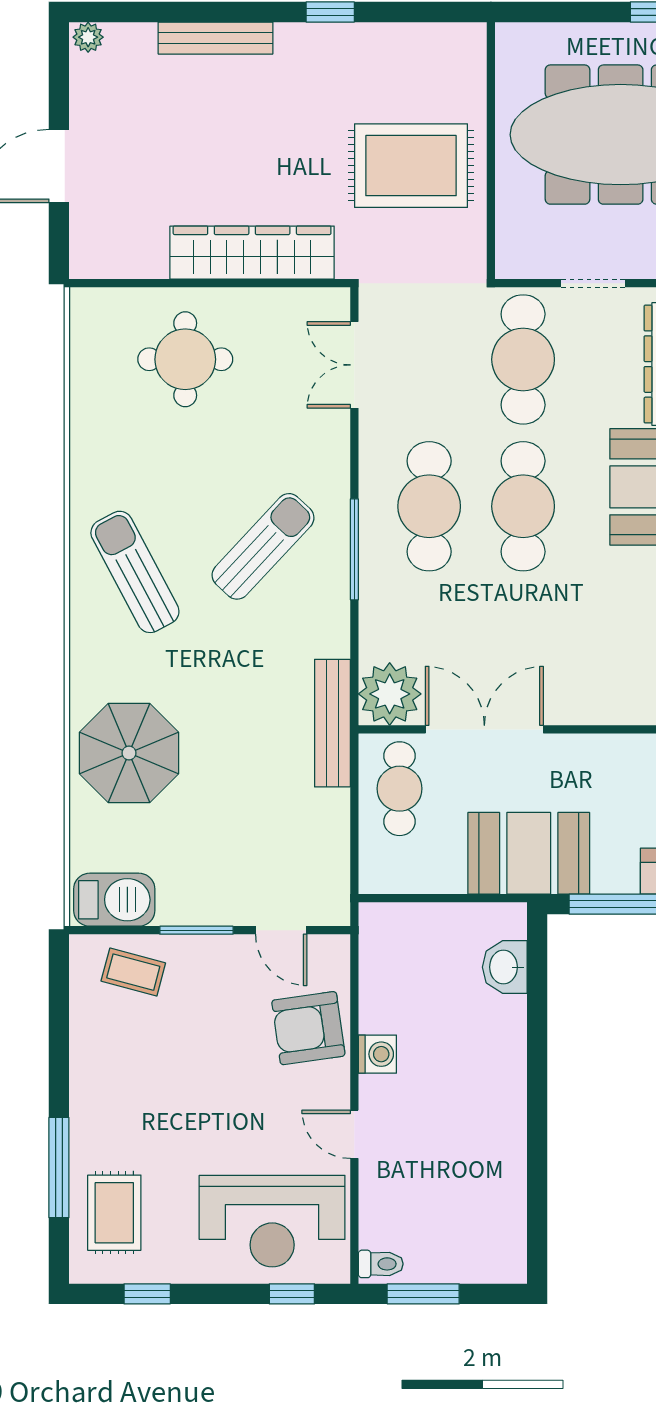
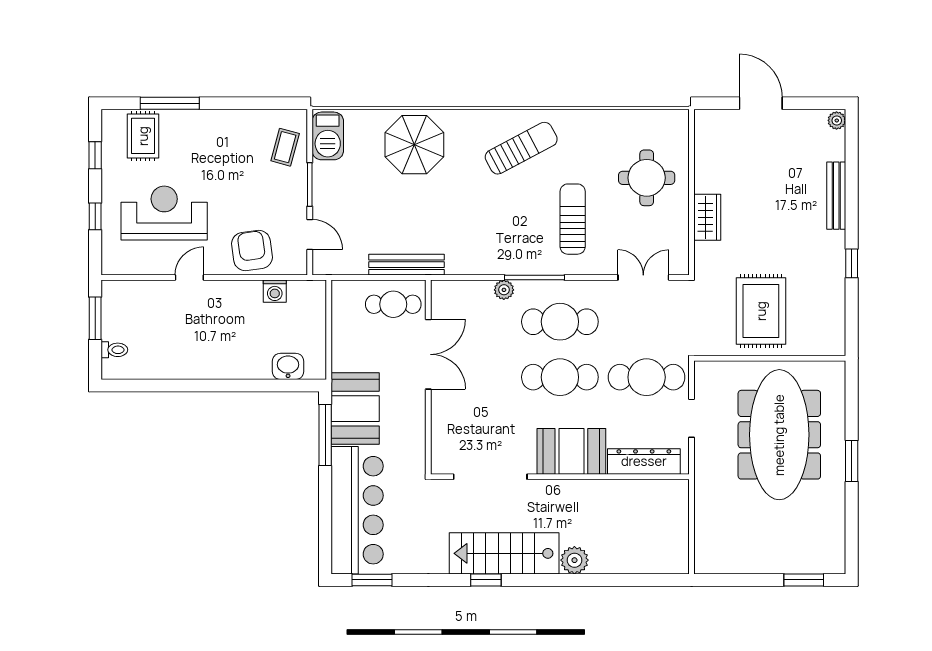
wardrobe: (252, 253) -> (707, 217), width x0.48, depth x0.85
sun lounger: (263, 546) -> (573, 219), moved, turned -133
plant: (390, 694) -> (504, 290), moved, width x0.53, depth x0.53
bench: (332, 723) -> (407, 265), moved
booth: (529, 853) -> (355, 409), moved
door: (281, 930) -> (310, 234), swing flipped
washing machine: (377, 1054) -> (275, 291), moved
rug: (114, 1213) -> (143, 136), turned 90
reception desk: (272, 1221) -> (164, 213), moved, turned 90
toilet: (381, 1264) -> (114, 350), moved, turned -90
window: (292, 1294) -> (95, 216), moved

